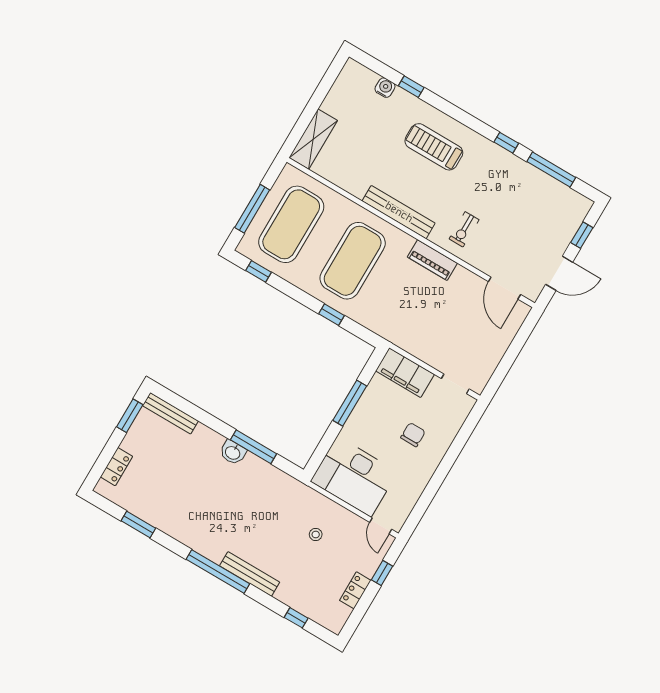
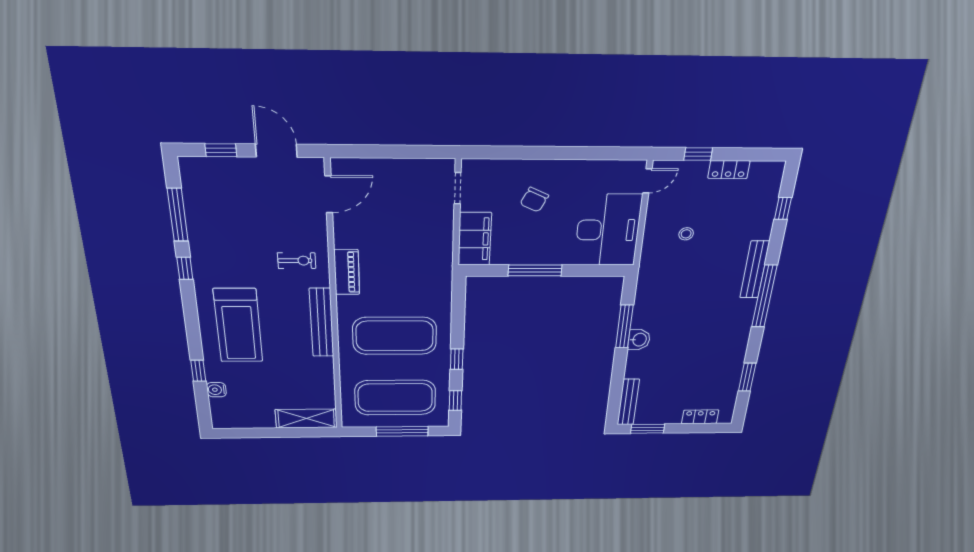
treadmill: (434, 147) -> (238, 326), width x1.37, depth x1.38
window: (332, 315) -> (457, 359), moved
chair: (413, 435) -> (534, 200), turned -64

